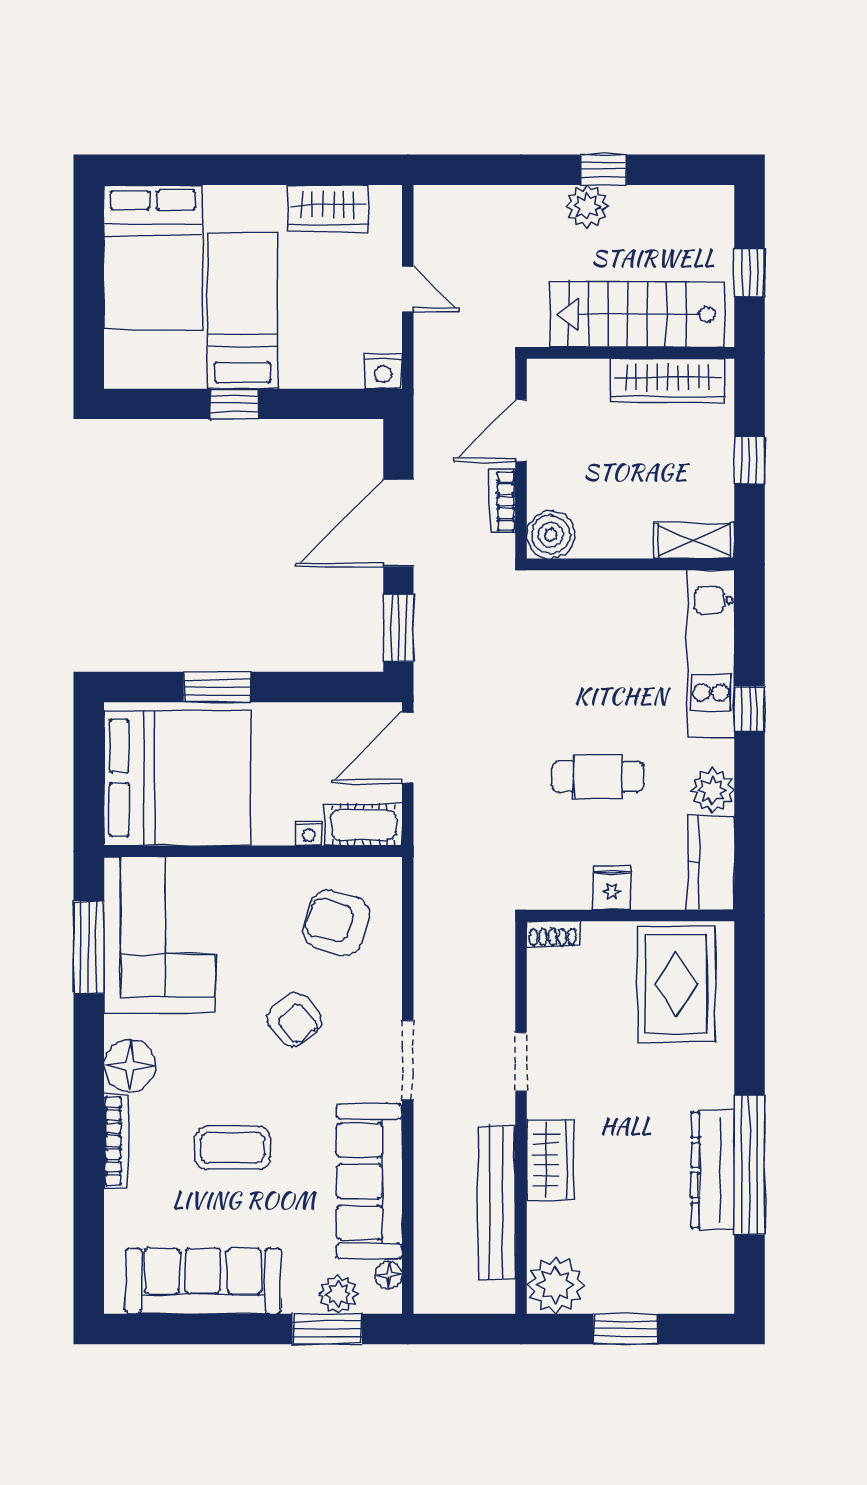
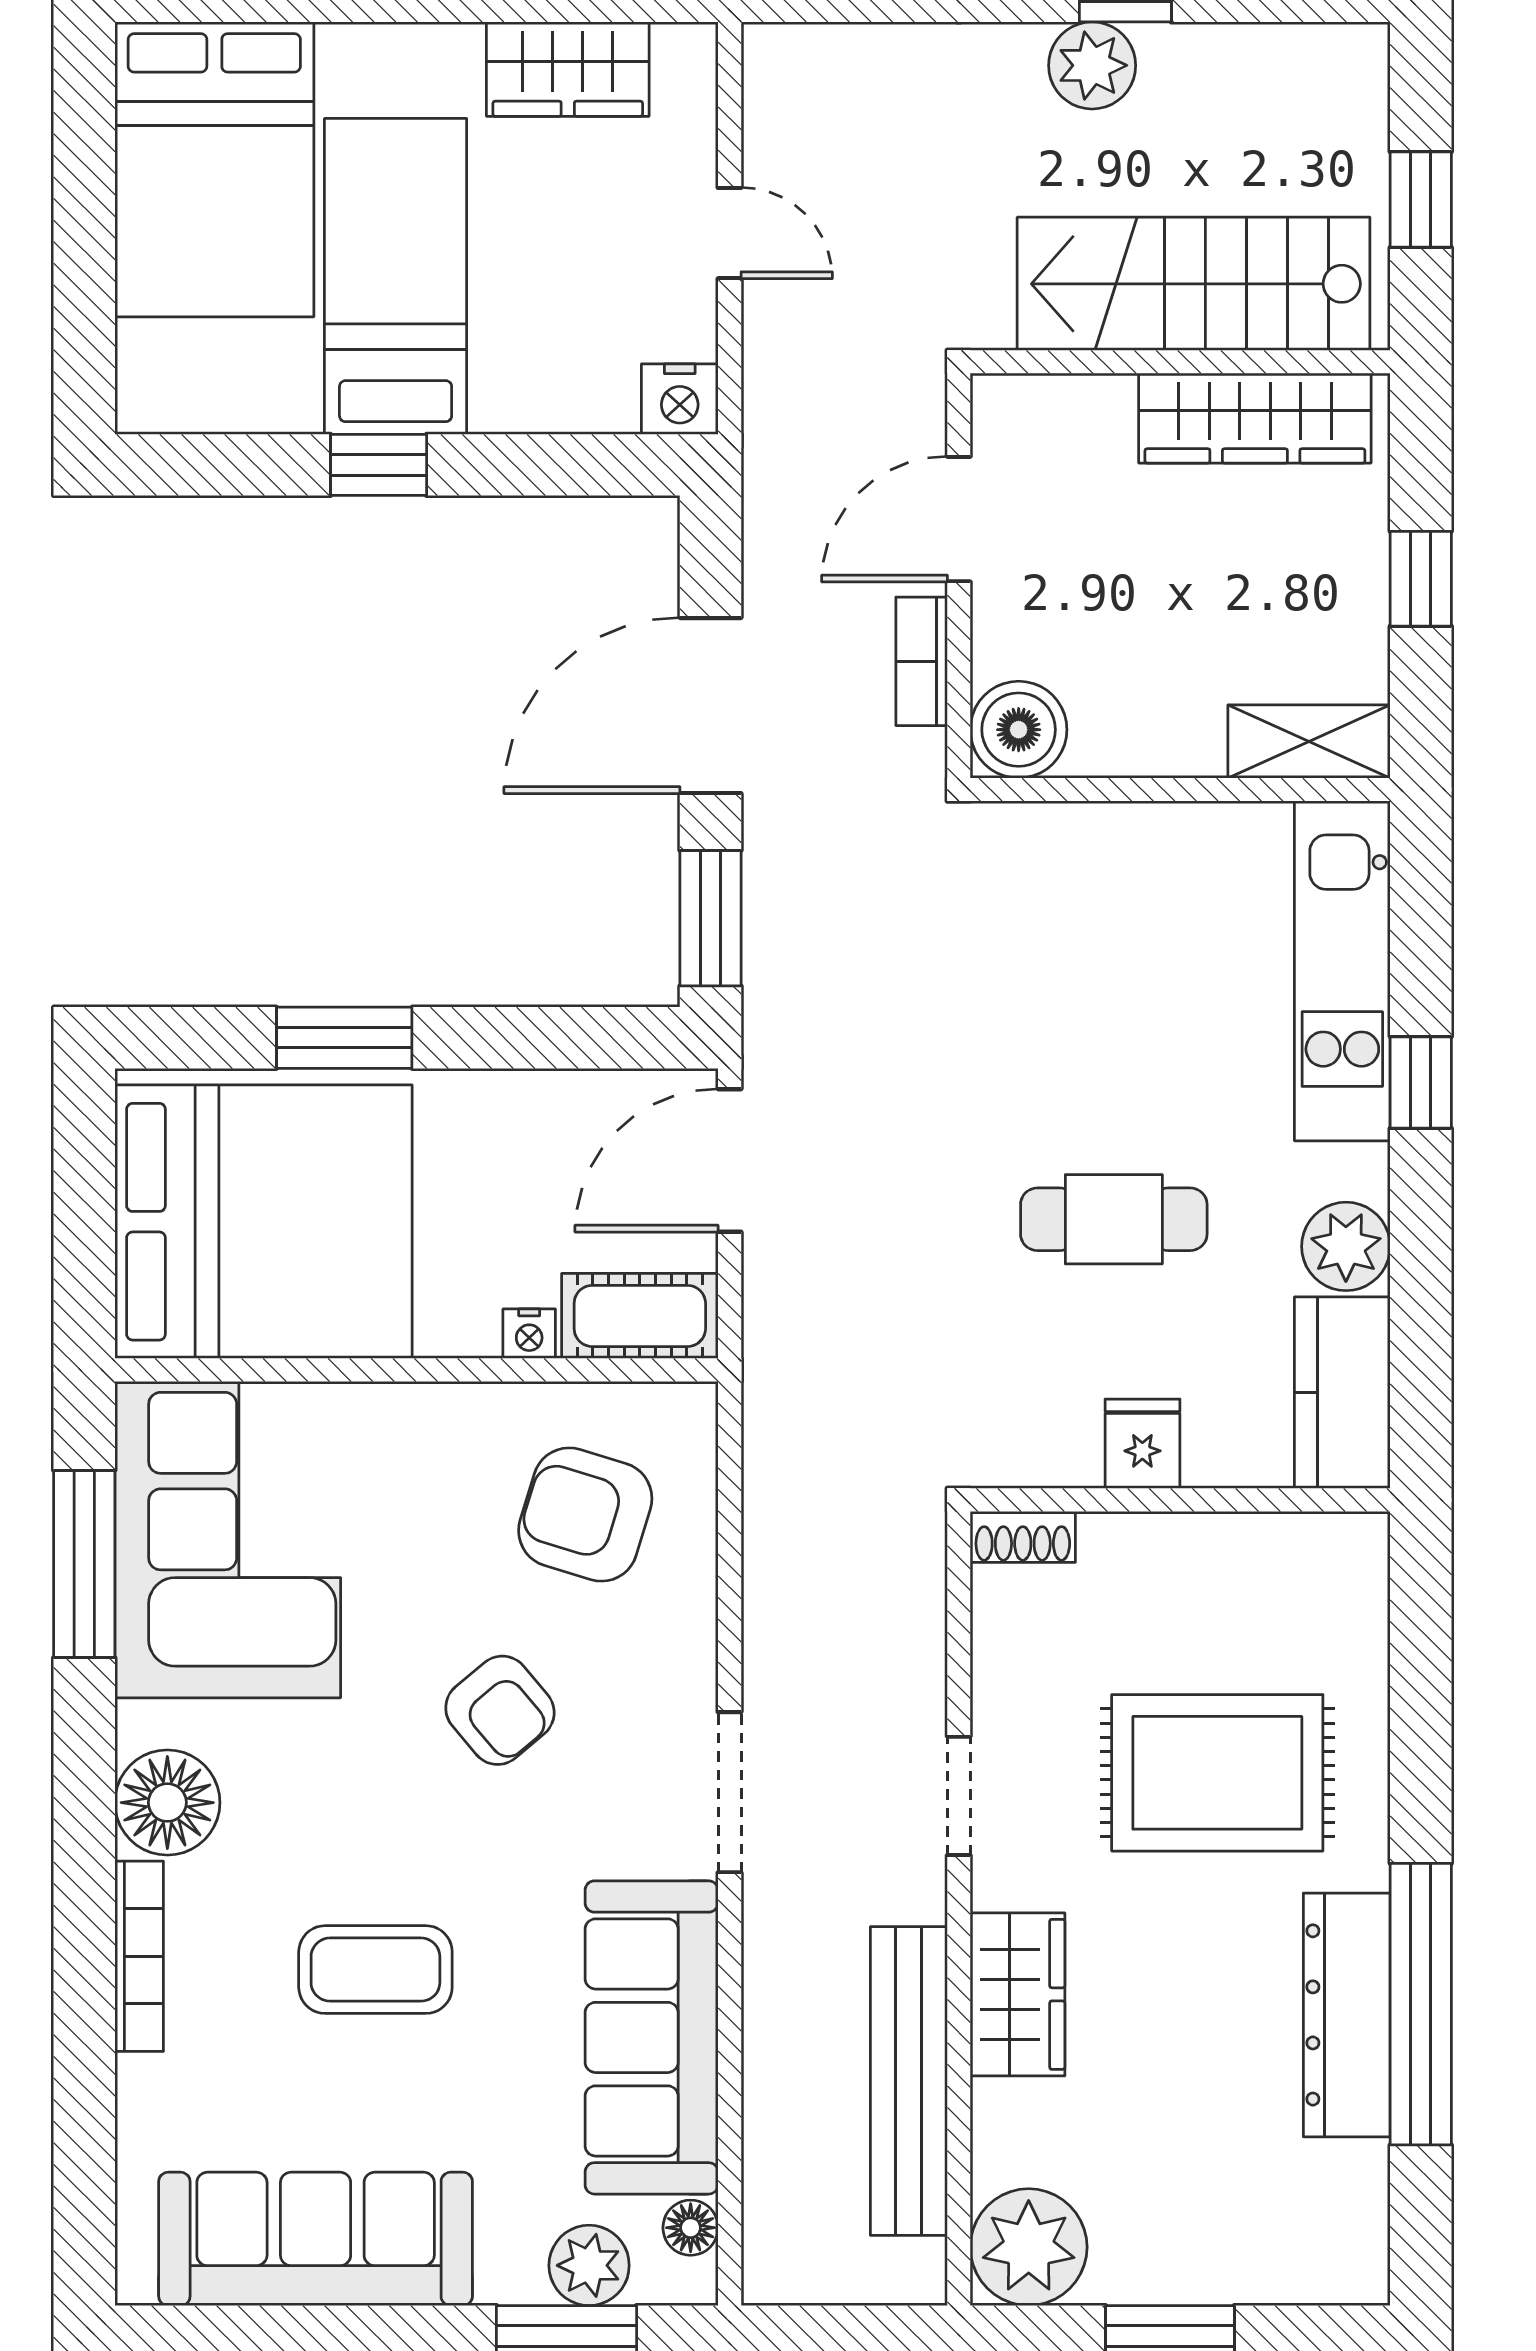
rug: (676, 984) -> (1217, 1773), moved, turned 90

